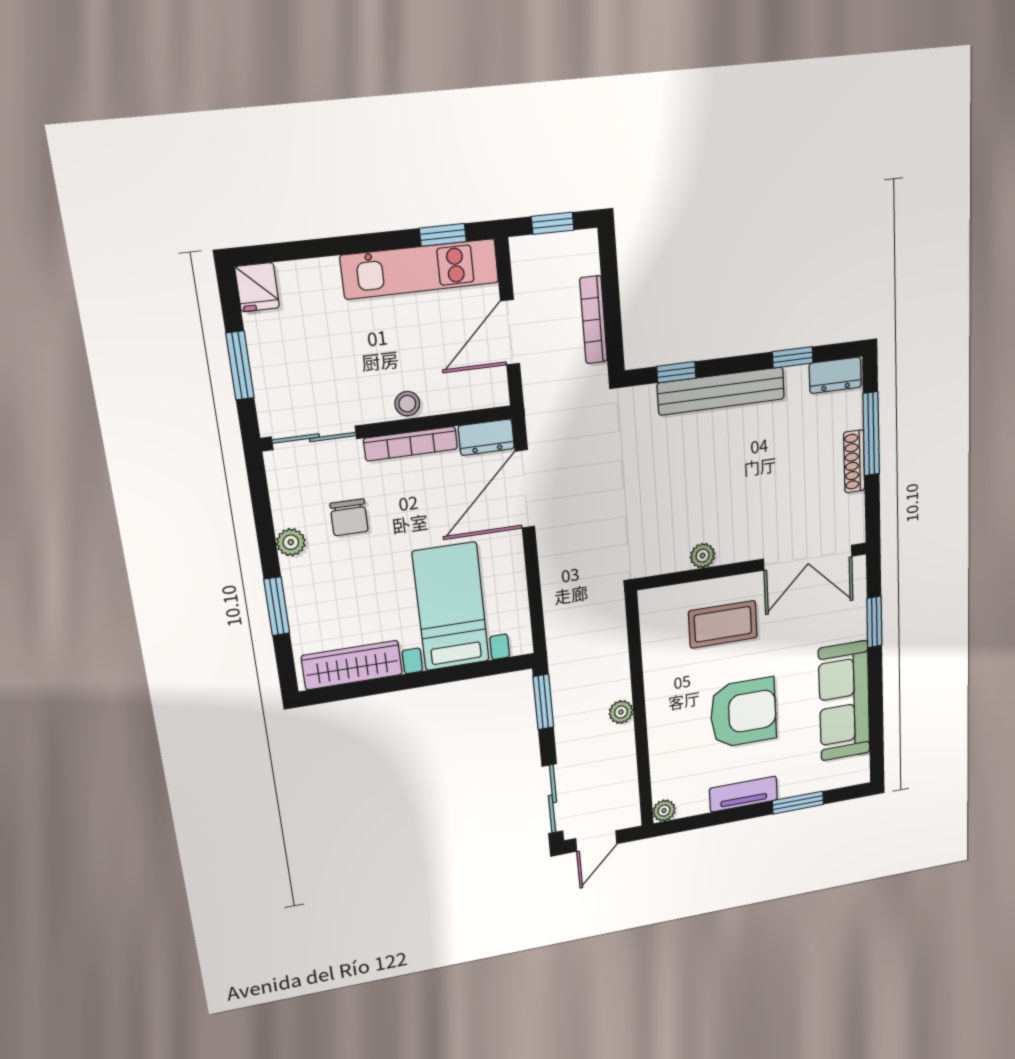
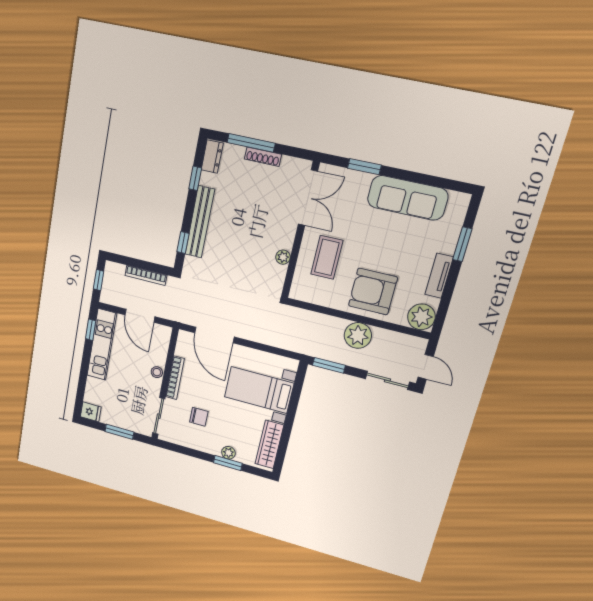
dresser: (486, 437) -> (184, 344), removed
plant: (291, 542) -> (228, 453), moved
plant: (621, 712) -> (358, 335), width x1.88, depth x1.88
armchair: (743, 713) -> (373, 292), moved, turned -90
plant: (664, 811) -> (421, 317), width x1.88, depth x1.88

